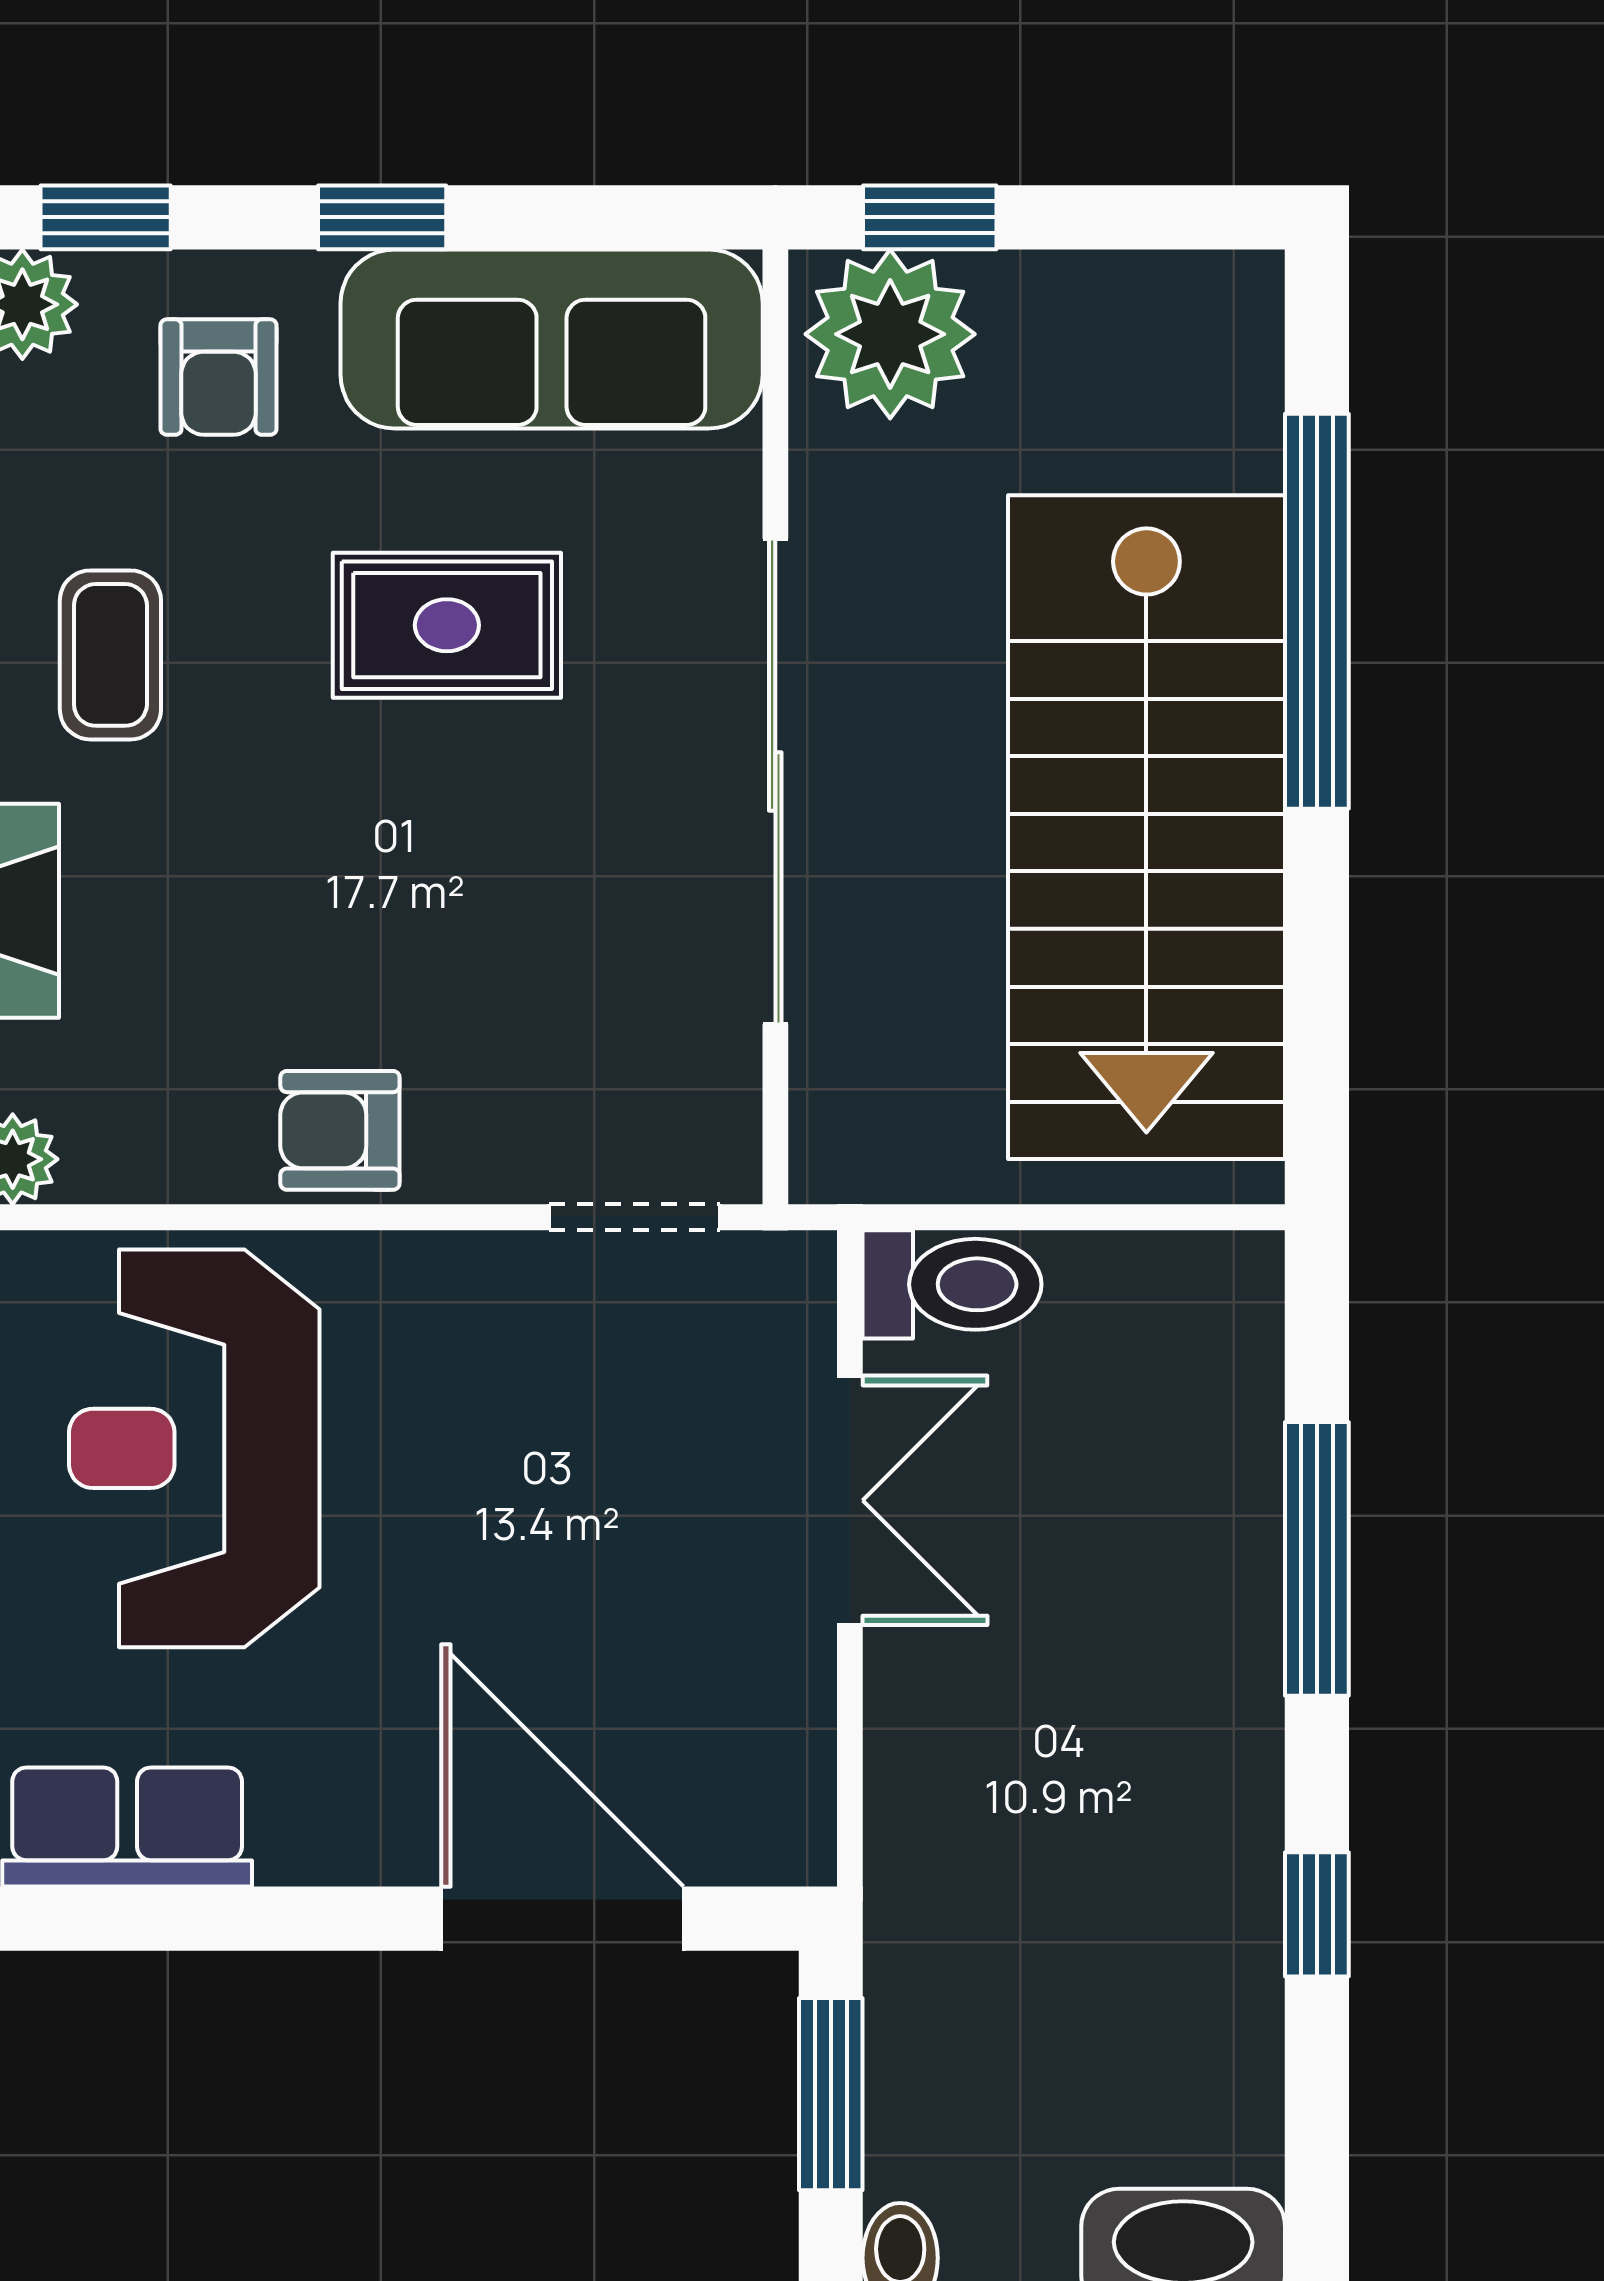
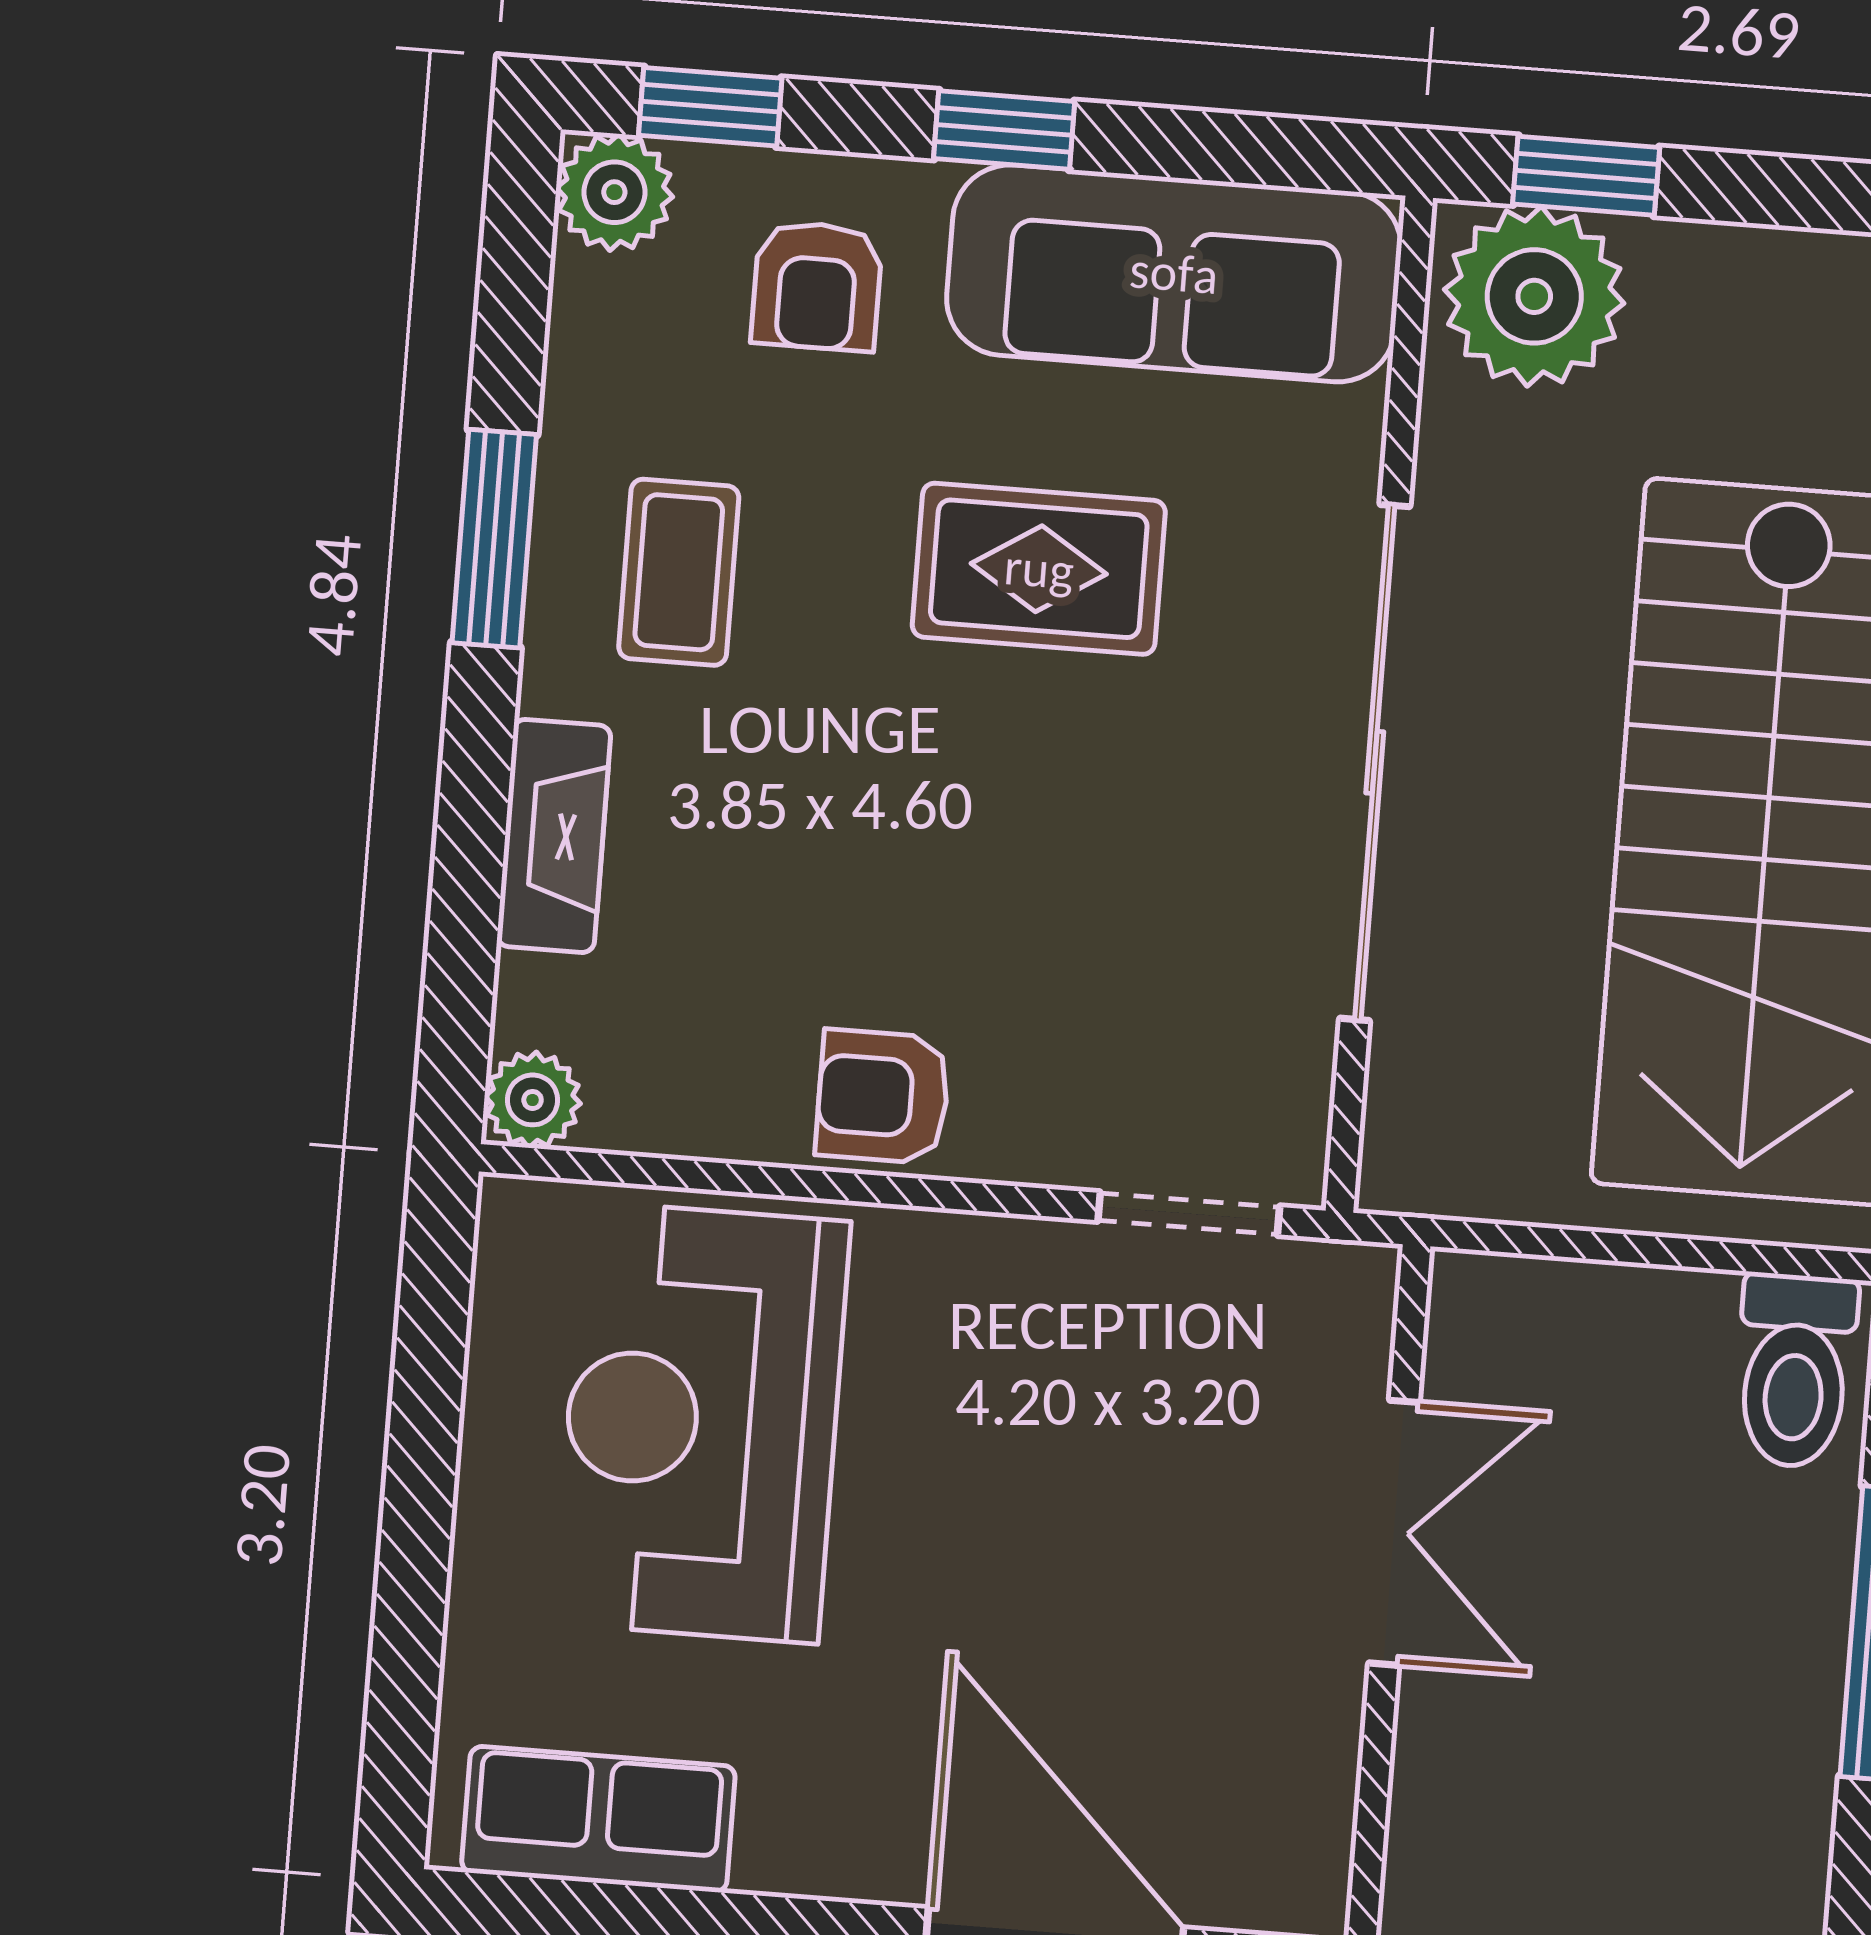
toilet: (952, 1284) -> (1795, 1371), moved, turned 90

